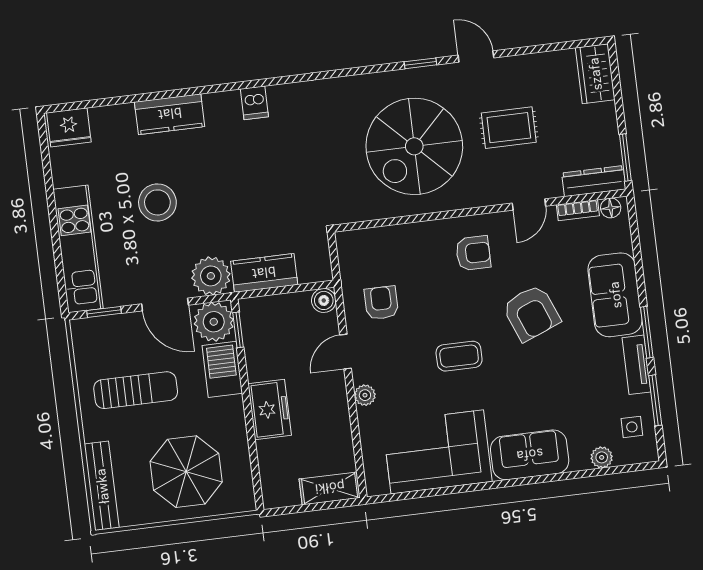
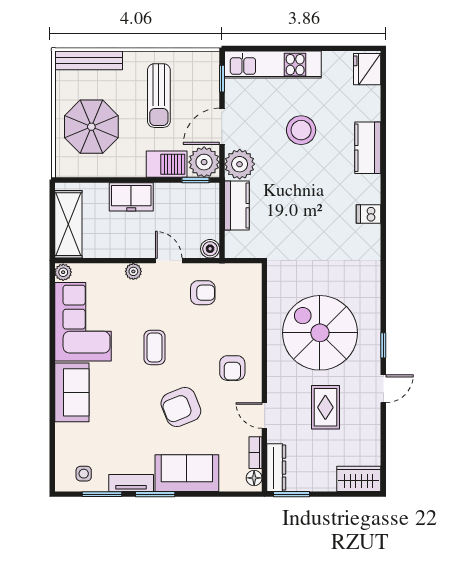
plant: (602, 457) -> (63, 272), moved
shelving: (330, 488) -> (68, 224), width x1.50, depth x1.33

